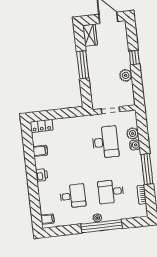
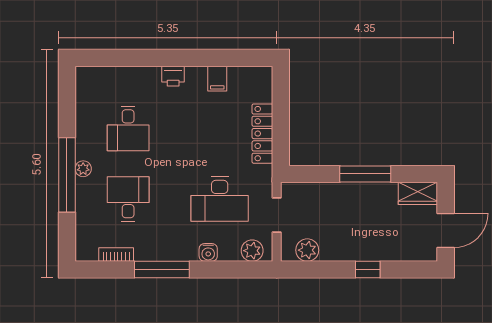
plant: (126, 75) -> (307, 250), moved
locker: (42, 126) -> (262, 134), moved, width x1.53
plant: (133, 133) -> (252, 251), moved
filing cabinet: (47, 219) -> (91, 78), removed

